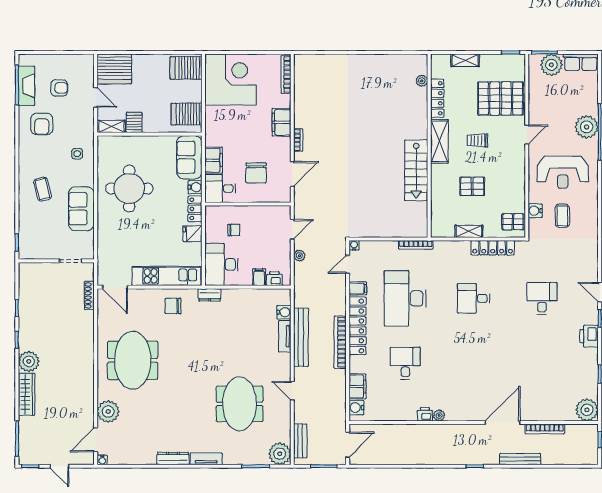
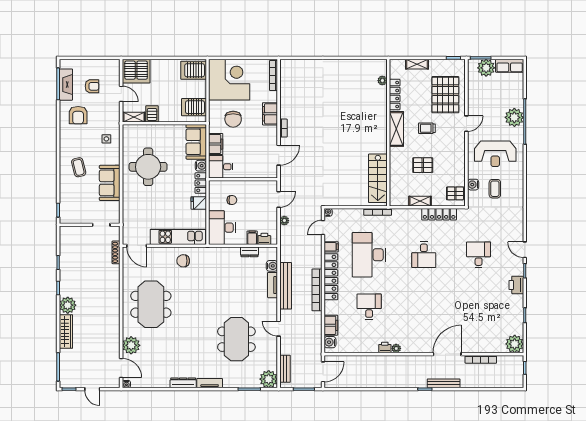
pallet: (501, 98) -> (445, 95), turned 90
stairs: (416, 170) -> (378, 178), moved
chair: (256, 173) -> (233, 119), moved
dresser: (210, 295) -> (249, 252), moved
desk: (474, 298) -> (424, 255), turned -90
door: (96, 440) -> (121, 368), swing flipped
bench: (520, 459) -> (444, 383), moved

